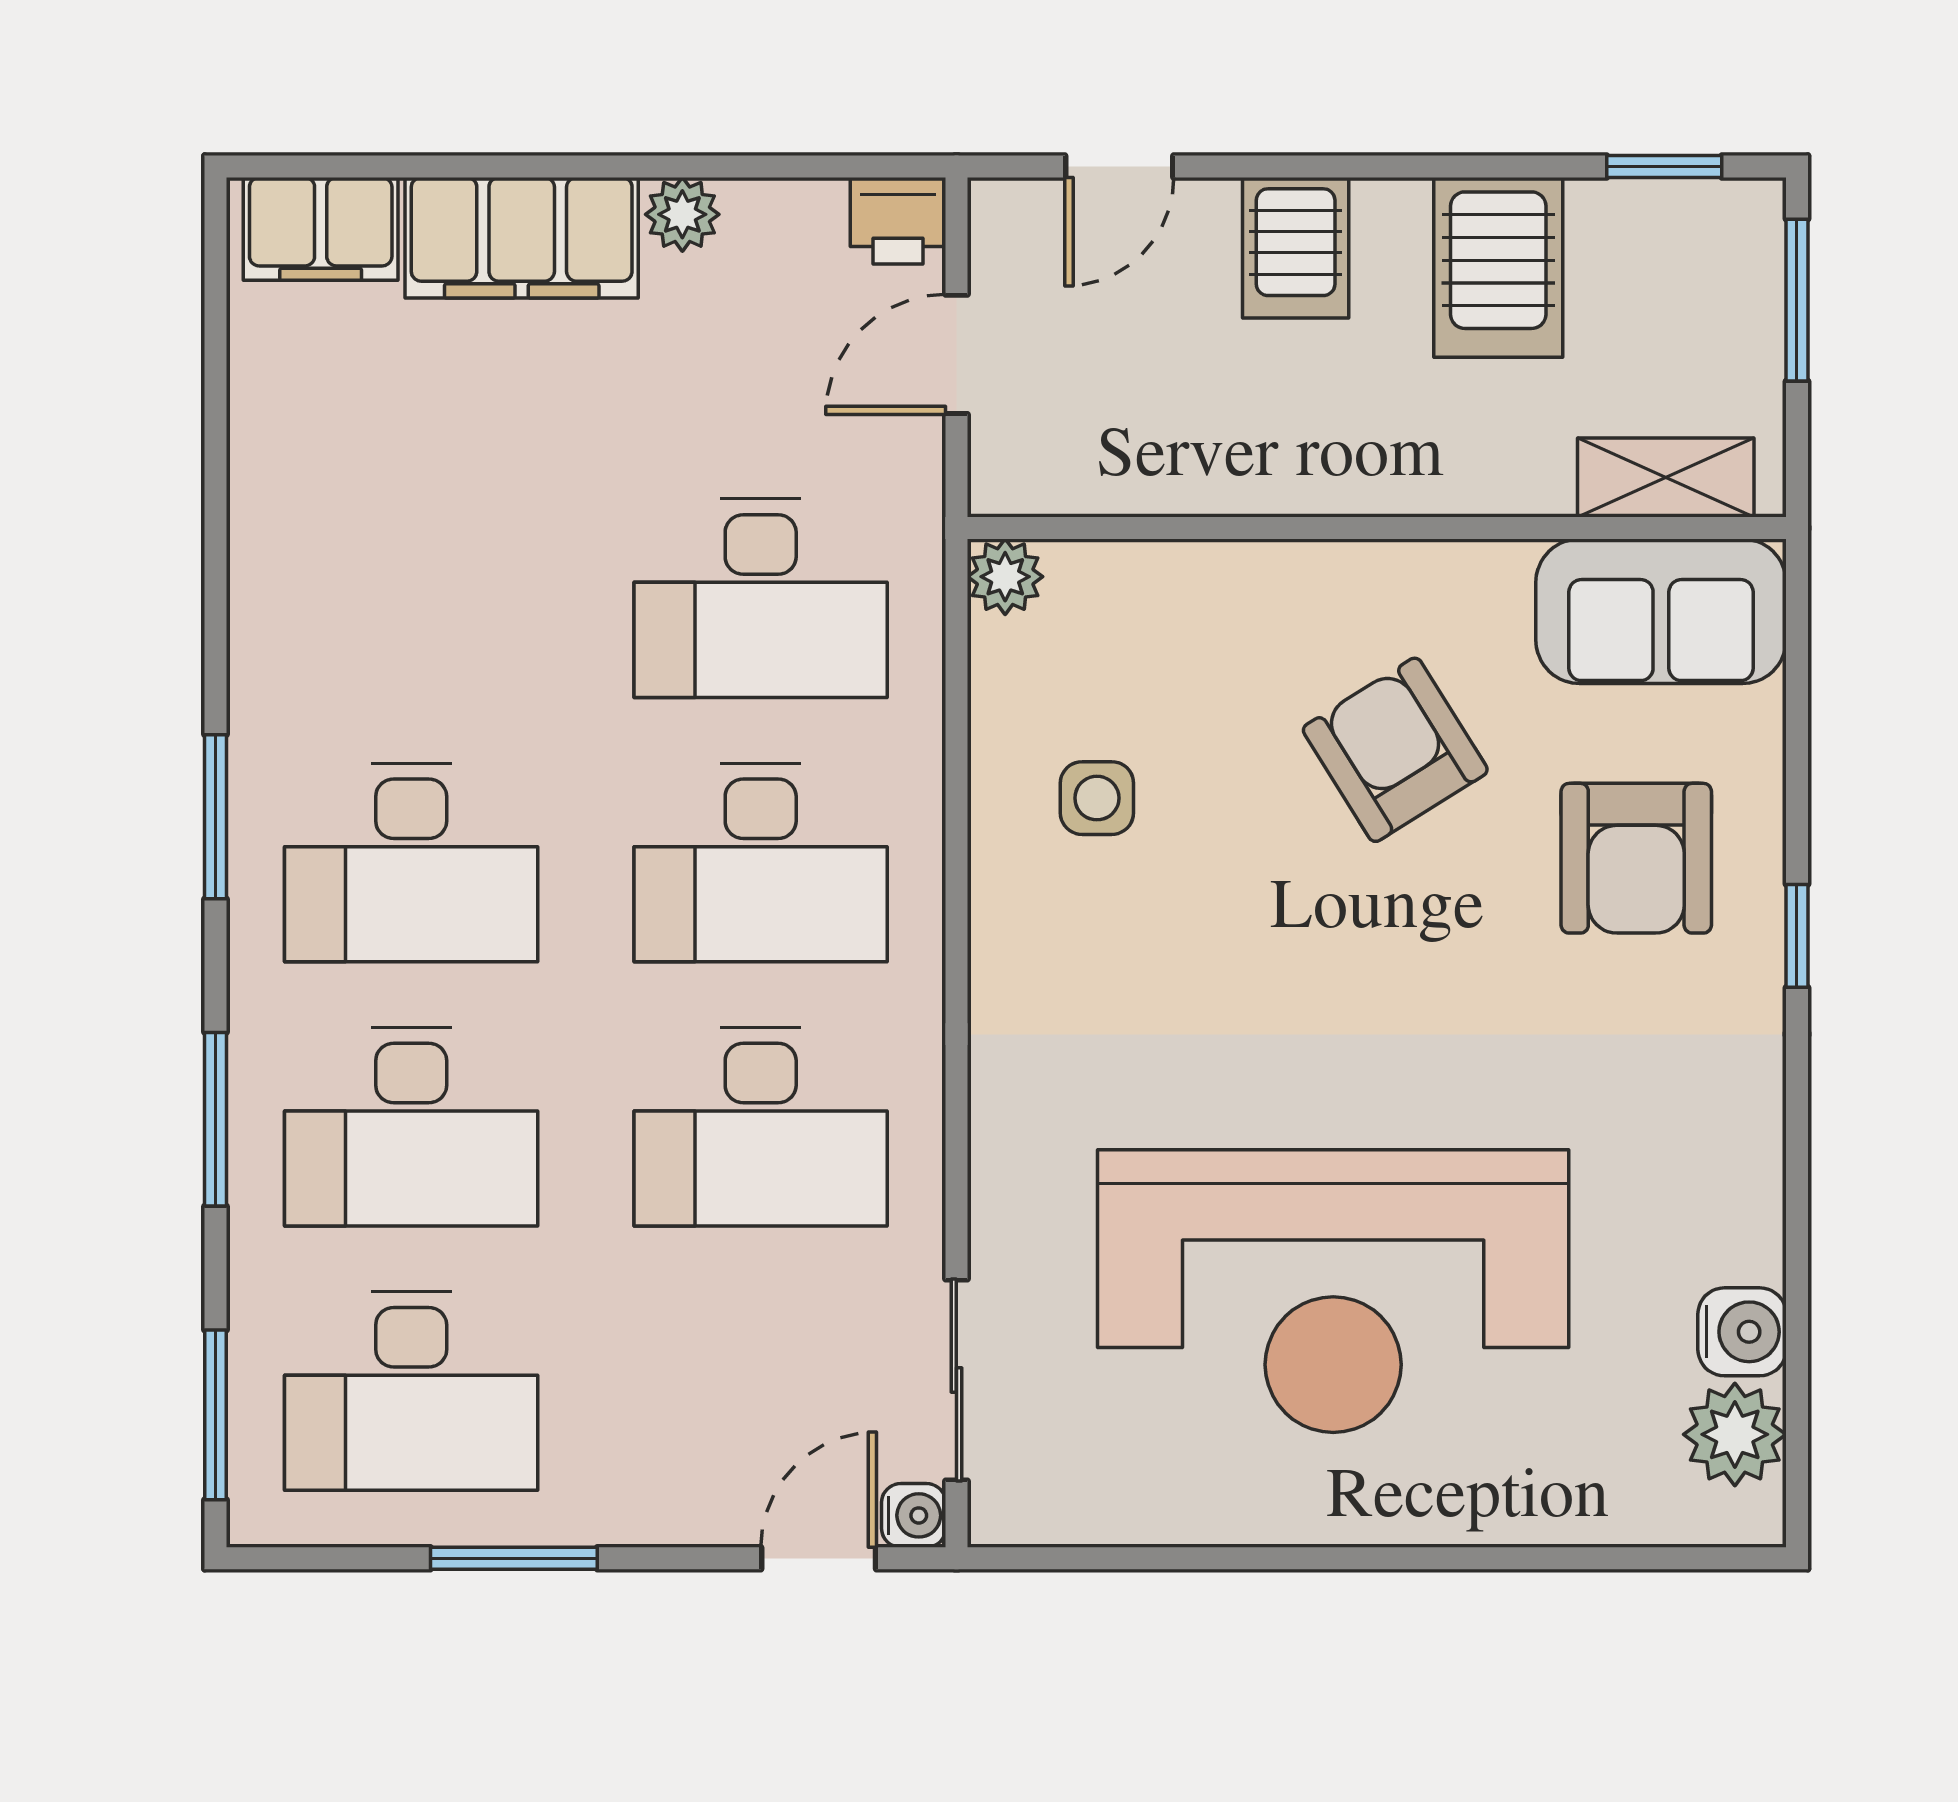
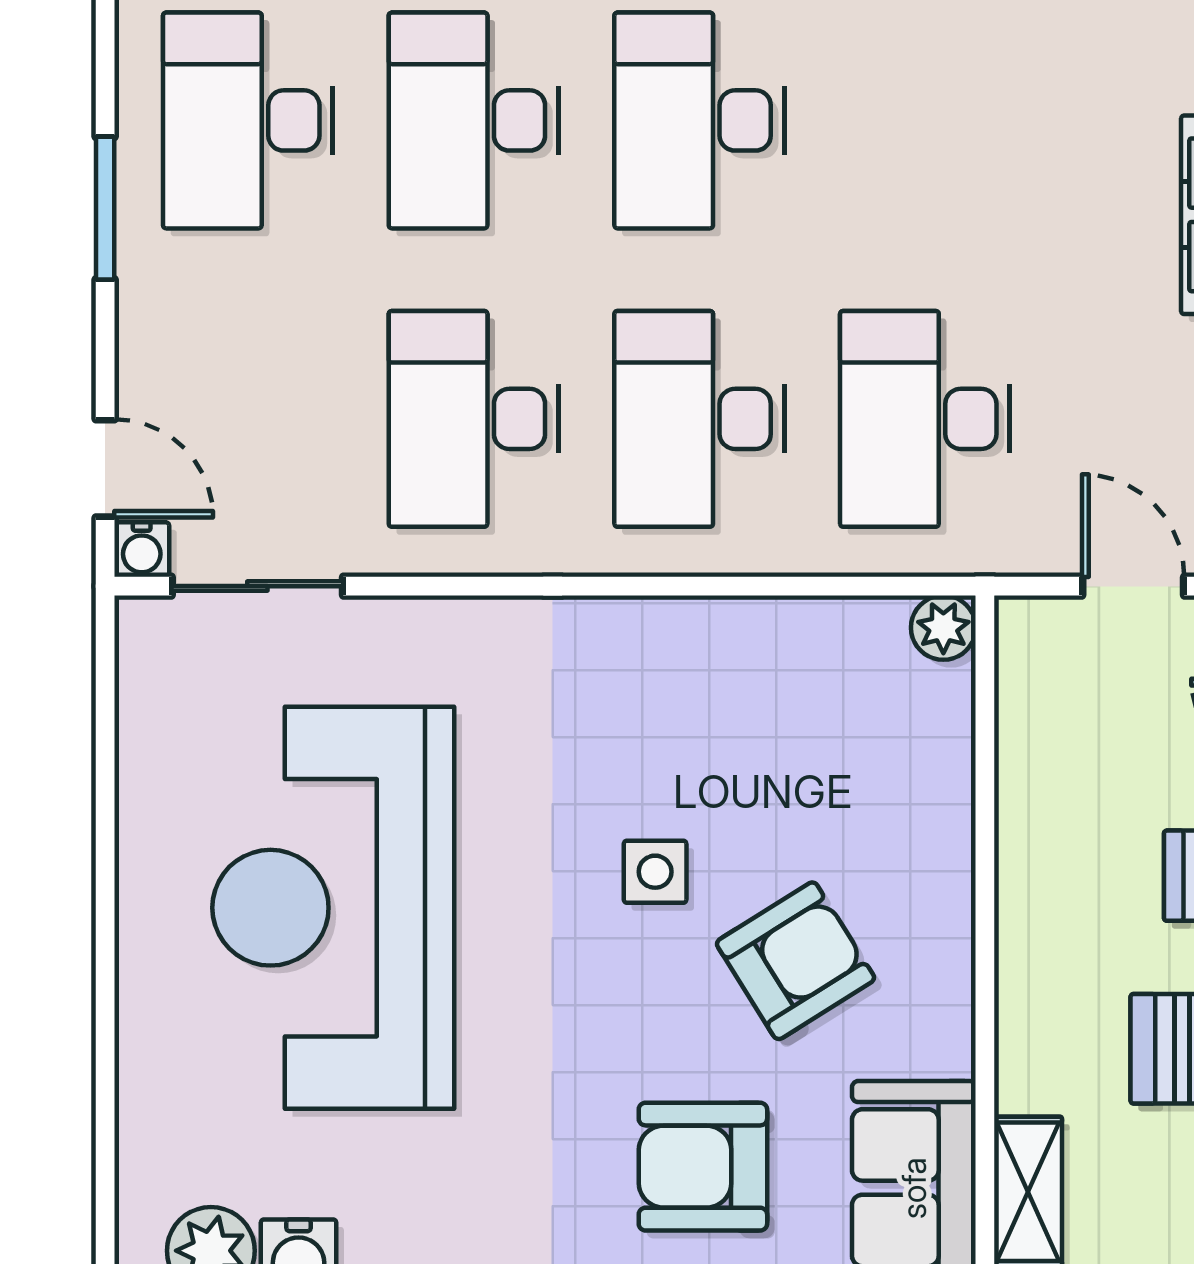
side table: (1097, 798) -> (655, 872), moved

